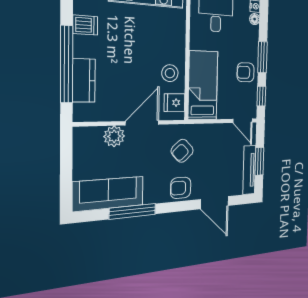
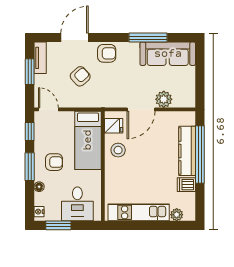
floor lamp: (255, 19) -> (39, 187), moved
armchair: (246, 72) -> (54, 162), moved
kitchen counter: (84, 80) -> (187, 151), width x1.50
armchair: (182, 151) -> (80, 76), moved
tv unit: (249, 170) -> (40, 58), width x0.71
door: (214, 203) -> (74, 38), hinge flipped

